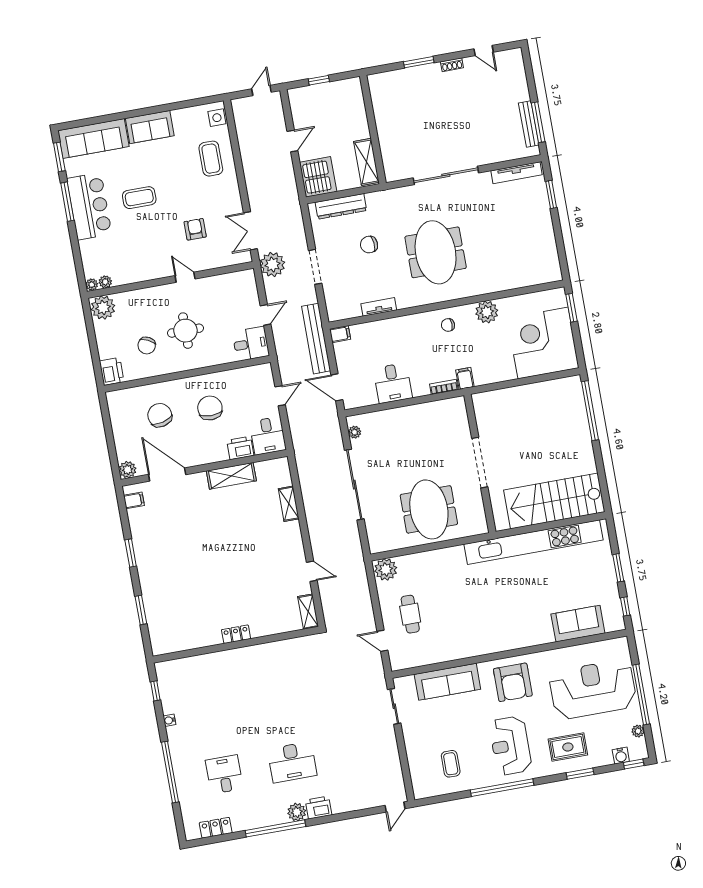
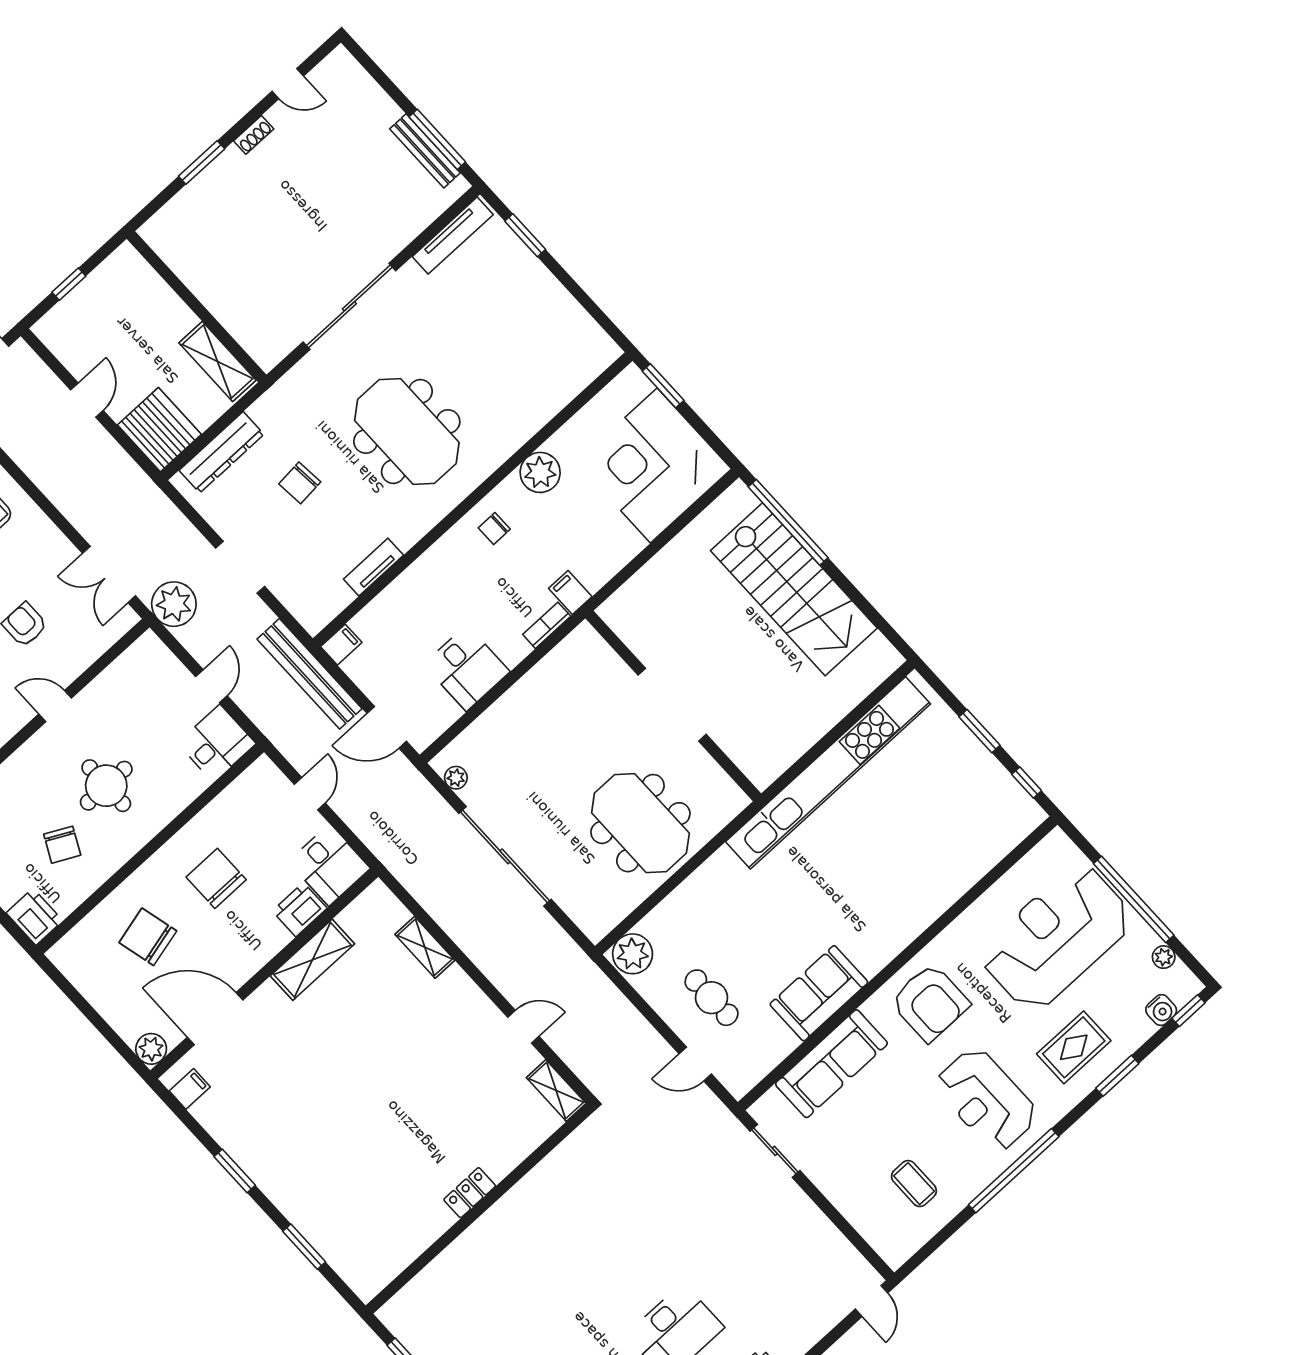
stairs: (554, 501) -> (794, 589), moved, turned -90
sofa: (578, 624) -> (819, 993), moved

